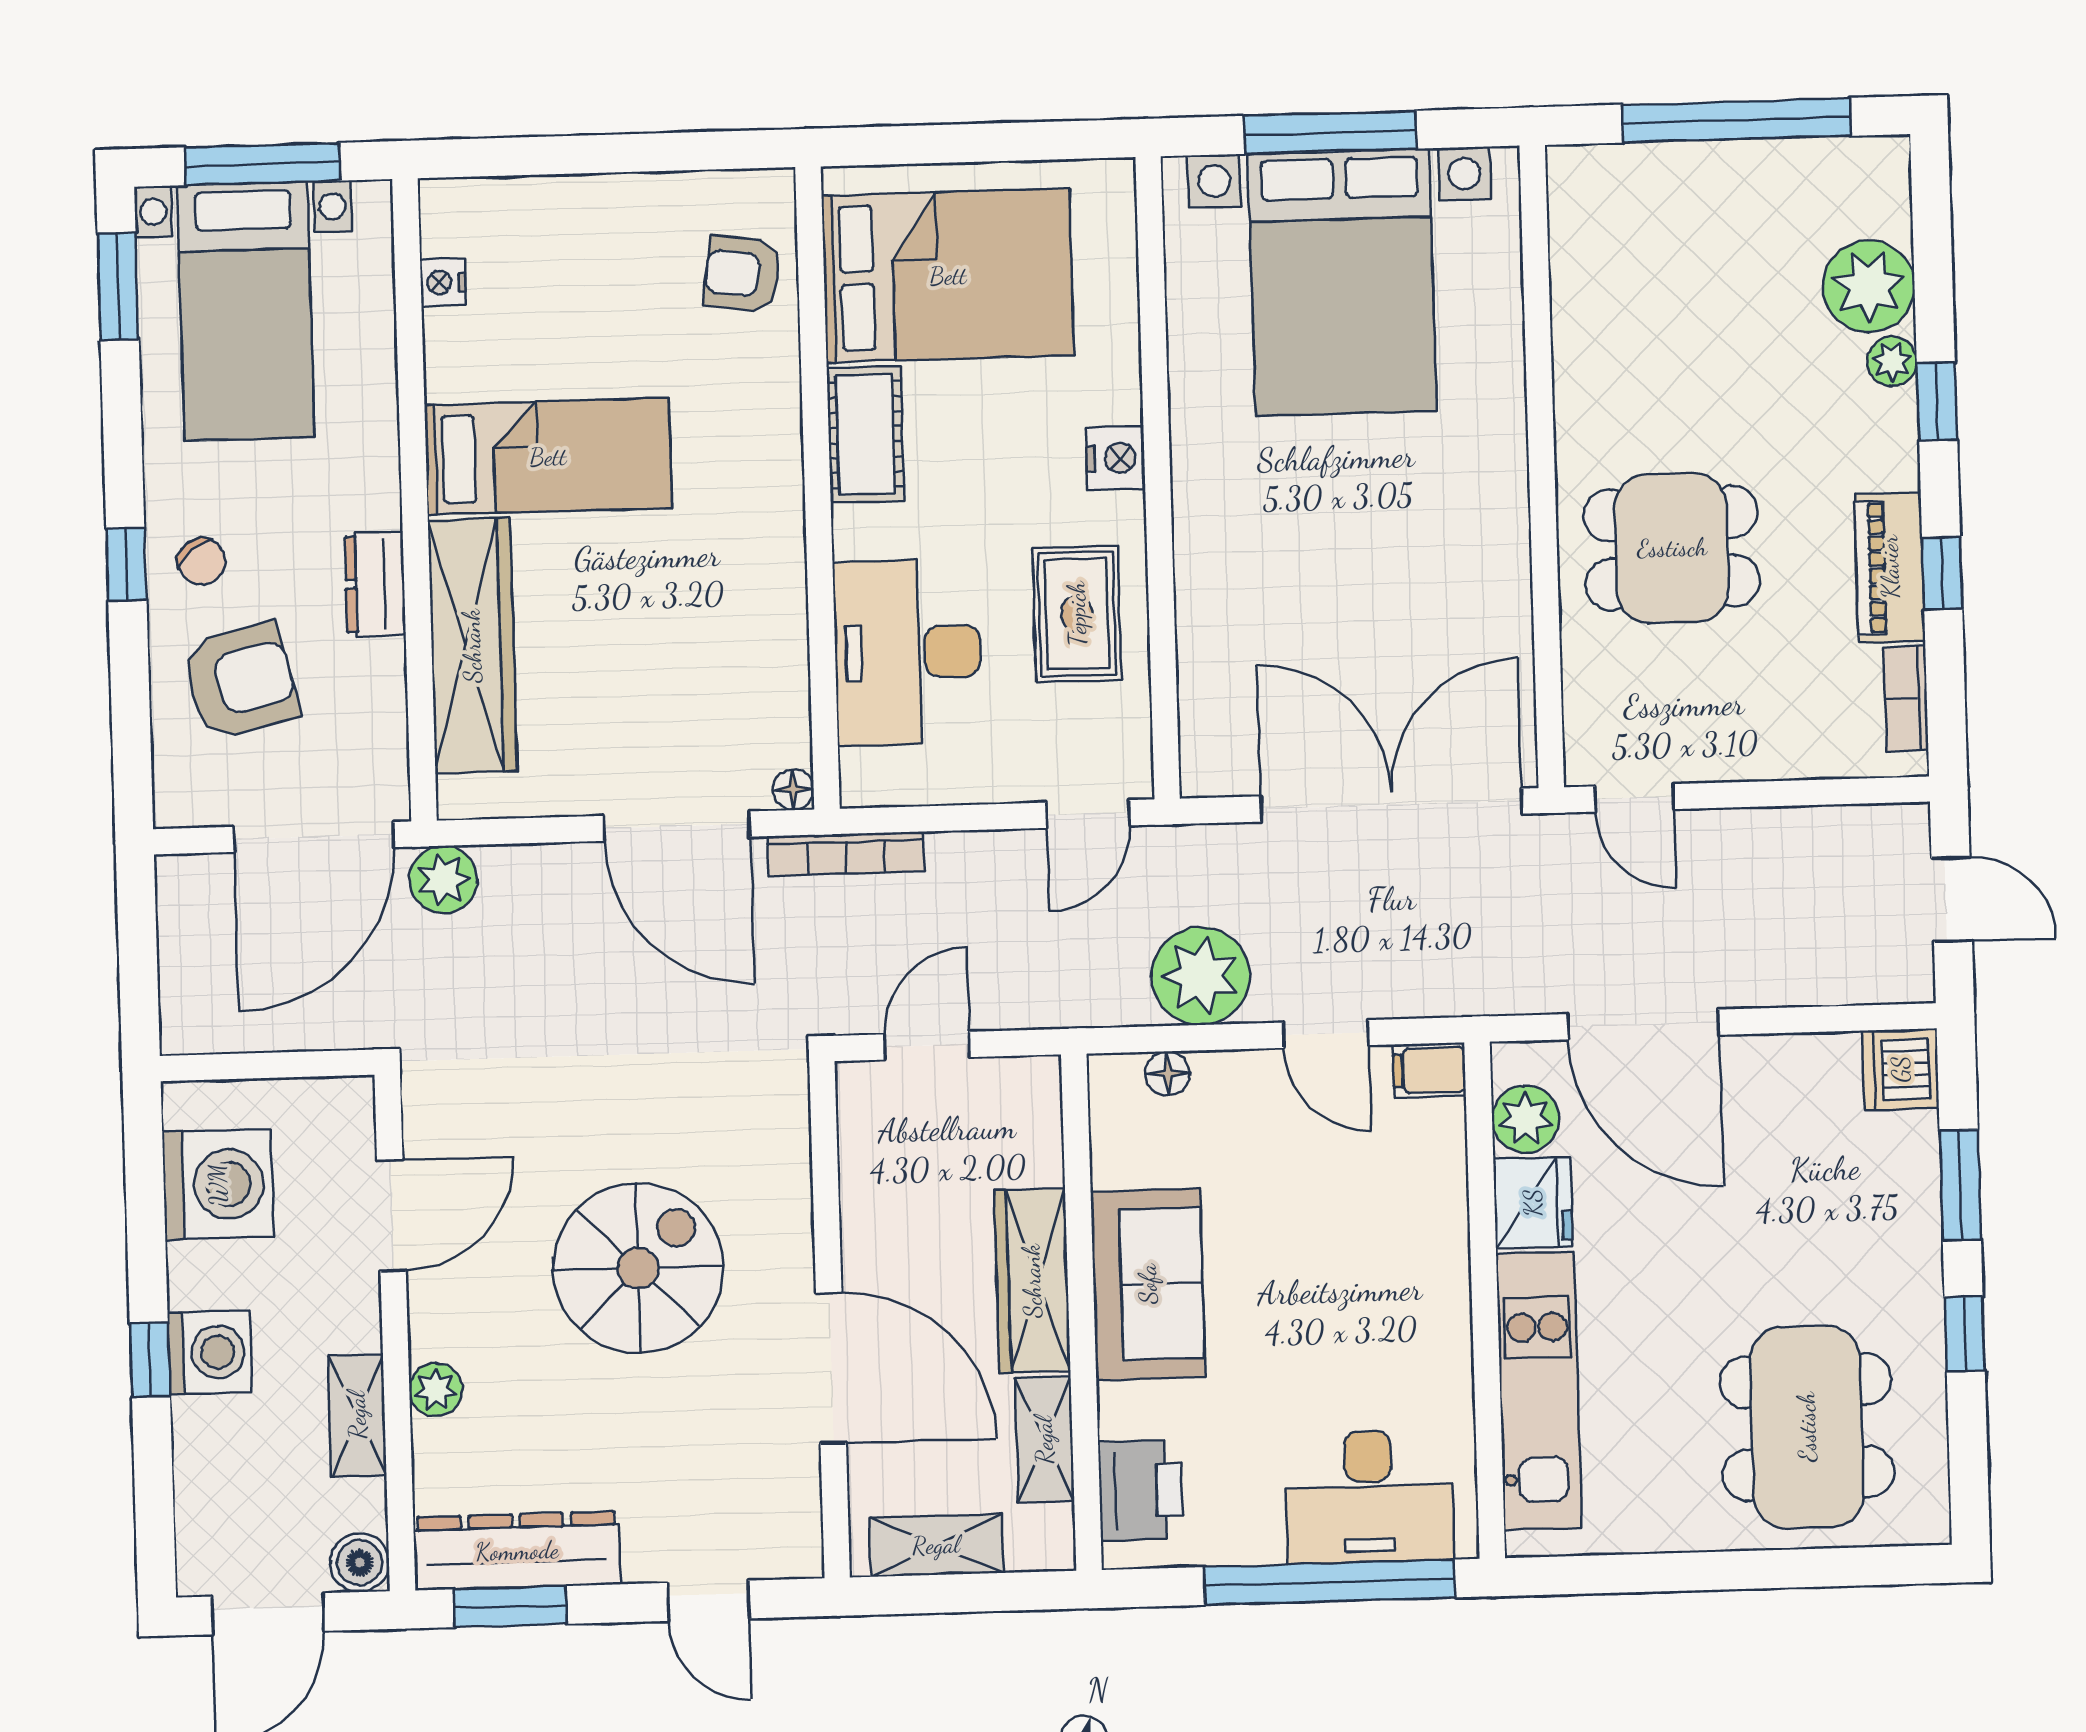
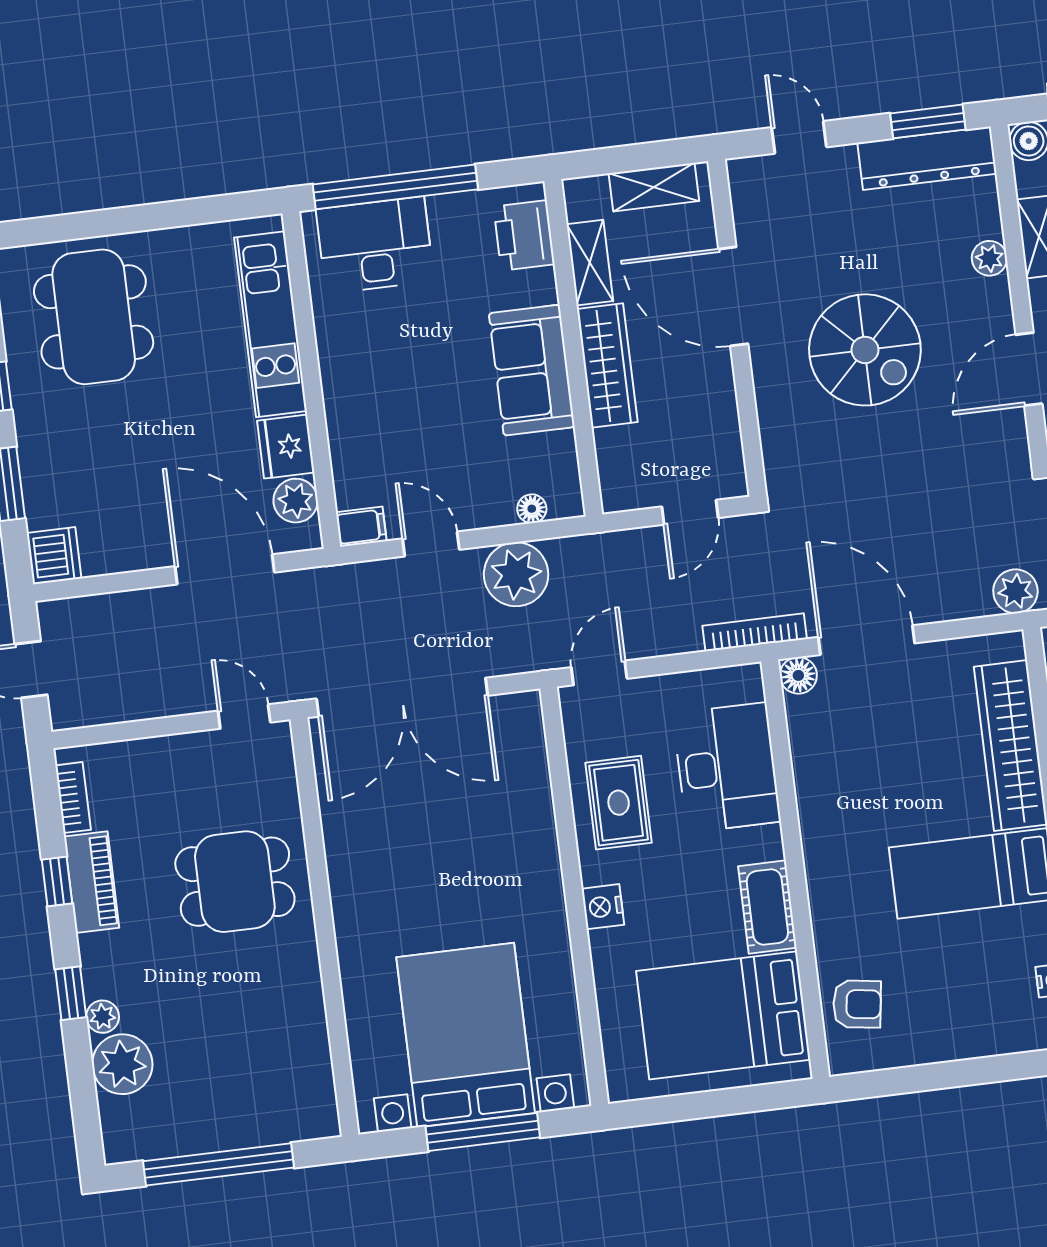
floor lamp: (793, 790) -> (798, 675), width x1.37, depth x1.37
spiral stairs: (638, 1268) -> (865, 350), turned -90

